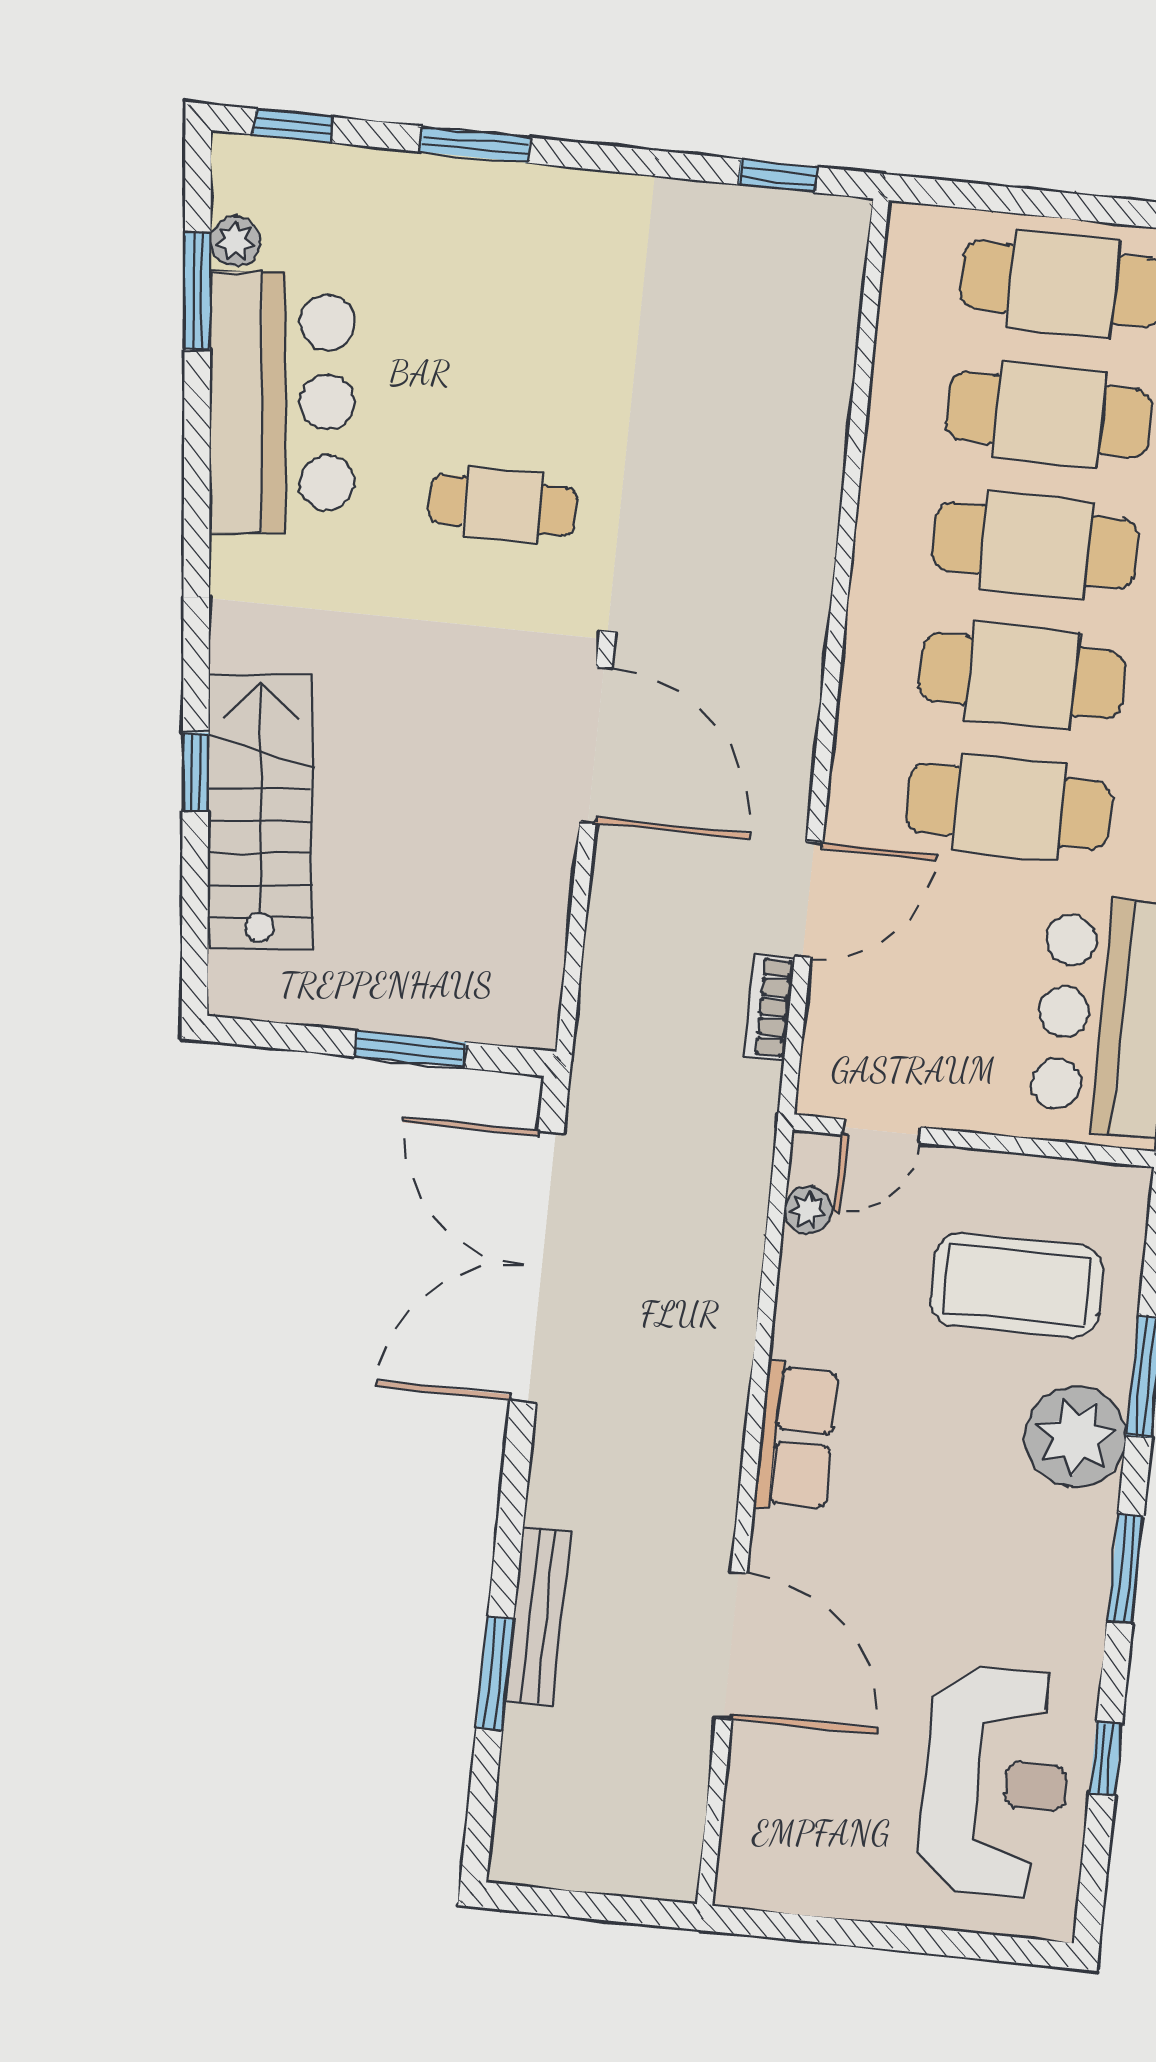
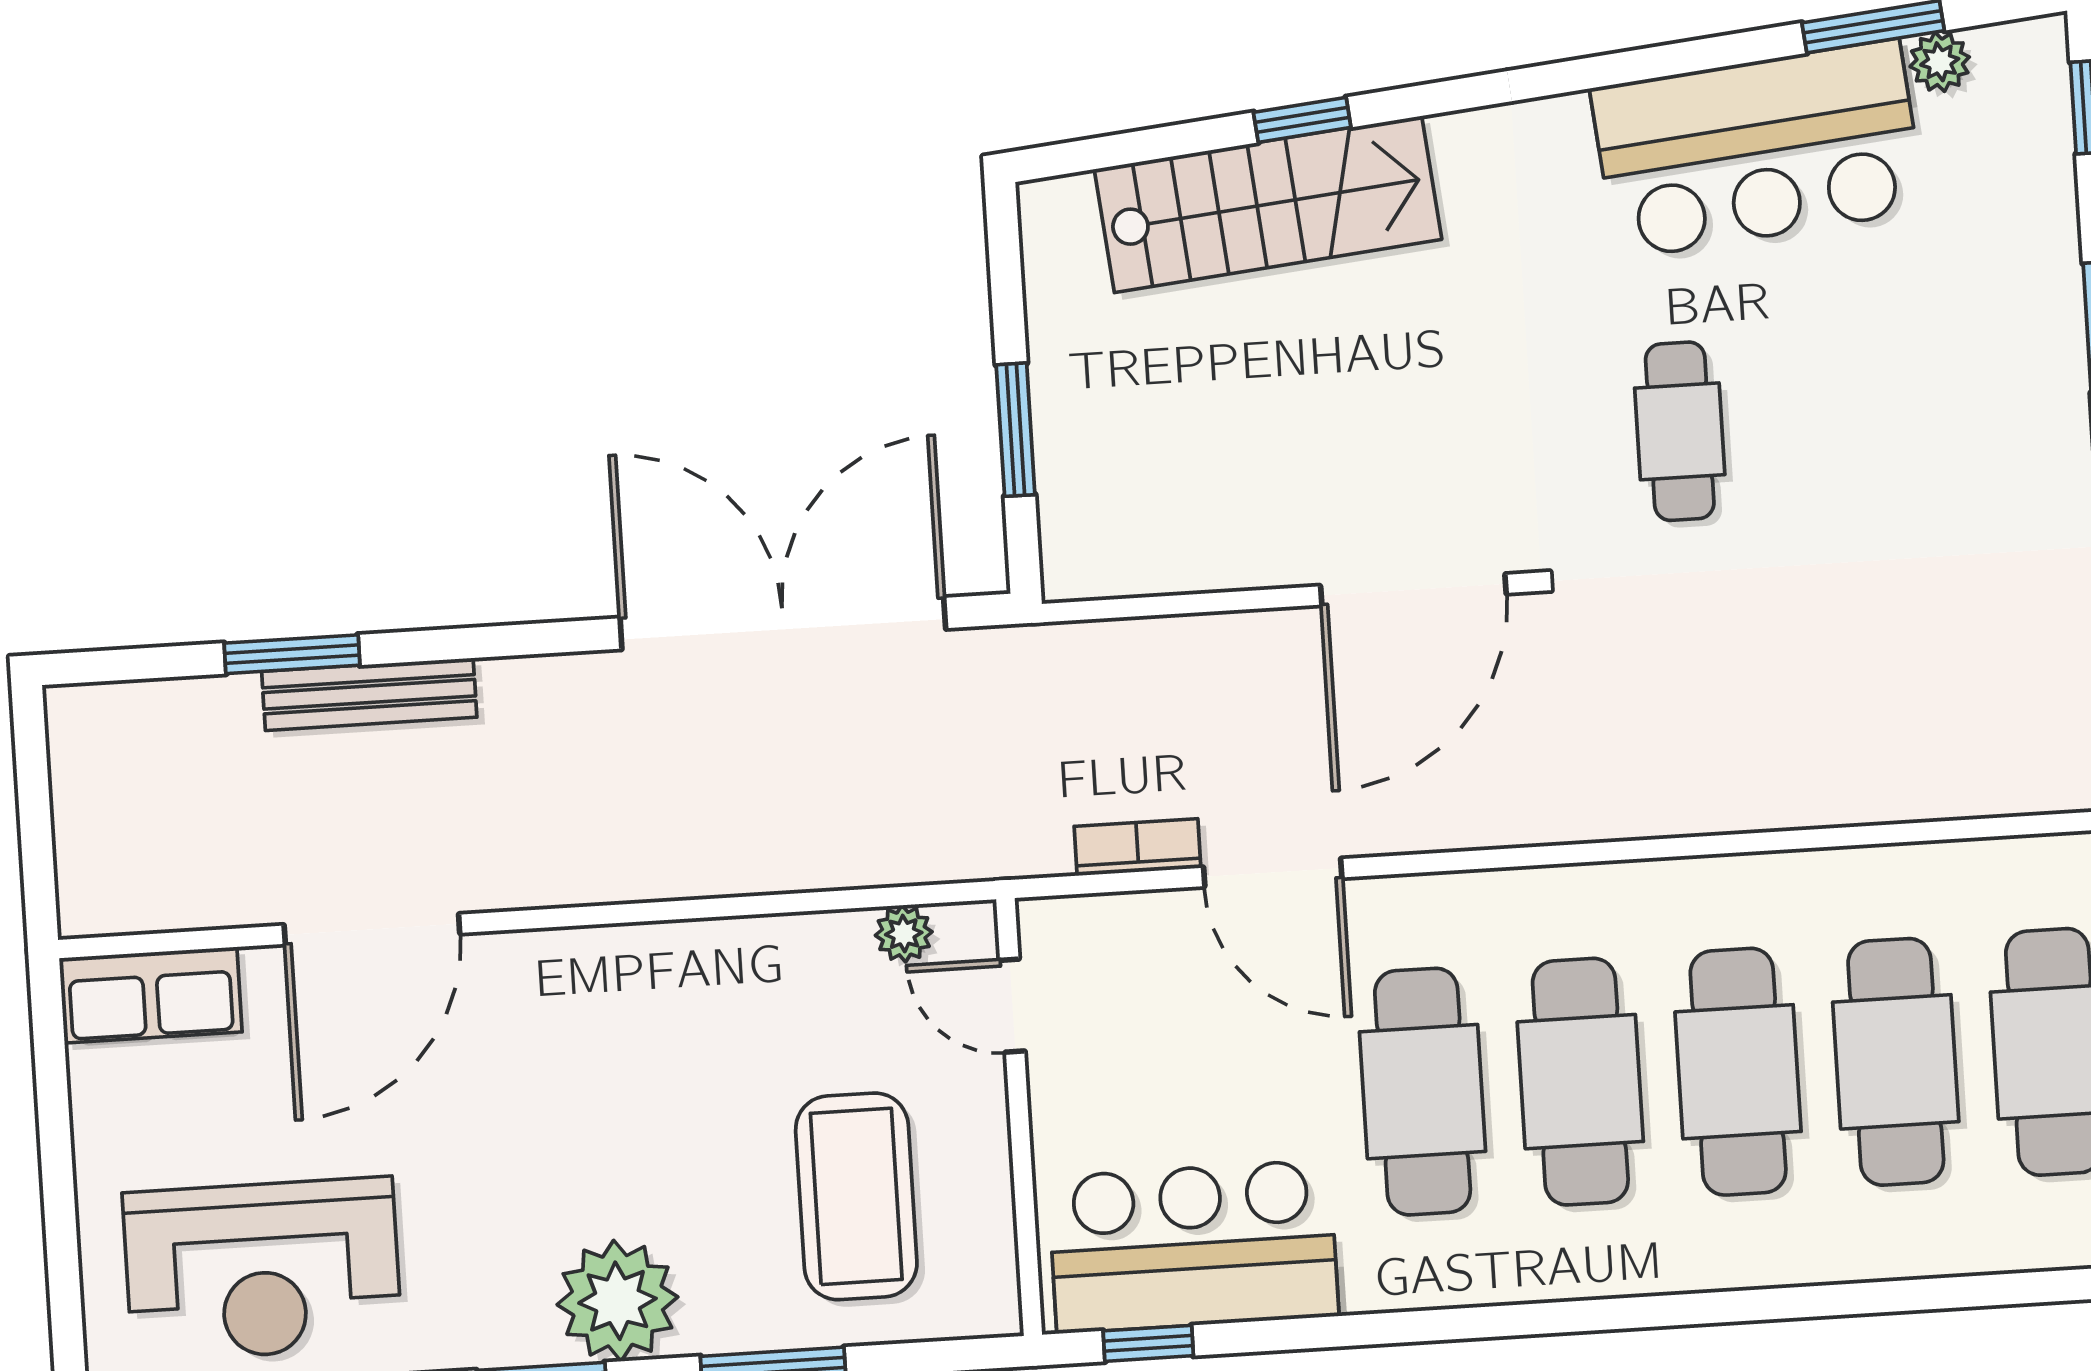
row of seats: (796, 1437) -> (151, 995), moved
plant: (1076, 1437) -> (617, 1301), moved

